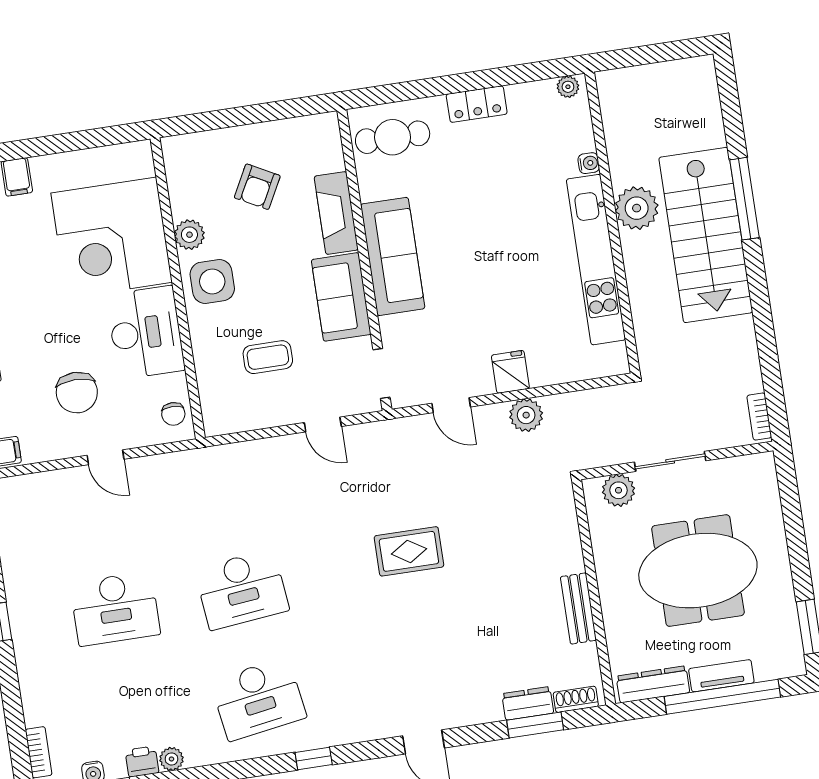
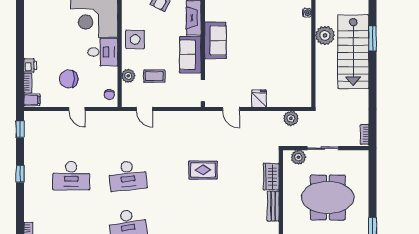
window: (744, 199) -> (373, 38), width x0.69
plant: (189, 235) -> (128, 76), moved
sofa: (393, 256) -> (215, 40), width x0.73
kitchen unit: (596, 260) -> (304, 55), removed
desk: (146, 333) -> (103, 52), width x0.73
chair: (77, 393) -> (69, 79), turned 90
plant: (526, 415) -> (291, 118), moved
door: (323, 424) -> (144, 109), moved
wardrobe: (564, 543) -> (271, 177), added

